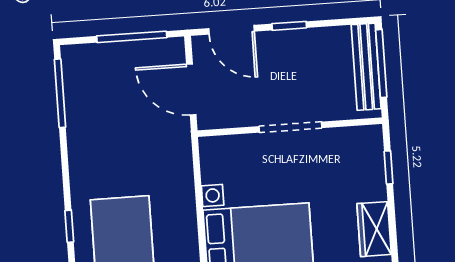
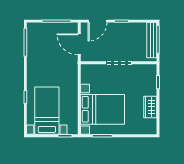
door: (232, 30) -> (98, 21), hinge flipped

